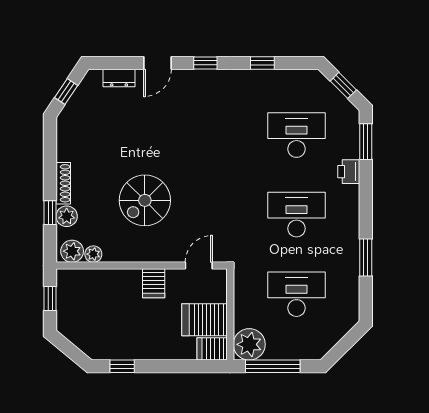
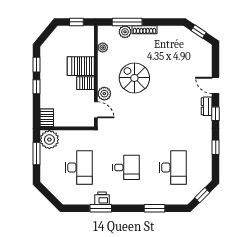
dresser: (119, 78) -> (207, 106), moved
window: (366, 142) -> (154, 208), moved
printer: (349, 172) -> (102, 198), moved
window: (50, 213) -> (127, 22), width x2.17
desk: (296, 215) -> (126, 167), width x0.73
plant: (72, 251) -> (104, 94), moved
server rack: (205, 320) -> (81, 66), moved, turned -90
window: (160, 366) -> (36, 87), added
window: (273, 366) -> (36, 153), width x0.69

